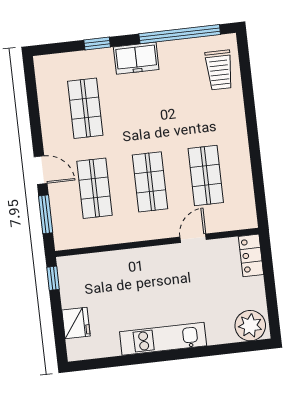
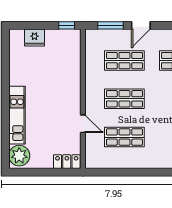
kitchen unit: (163, 339) -> (17, 115), moved

